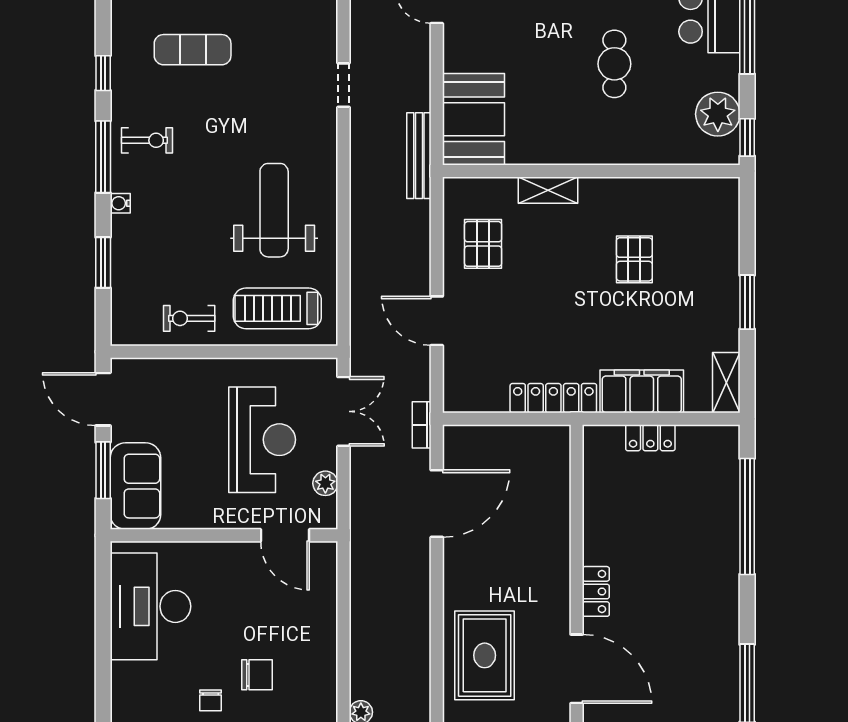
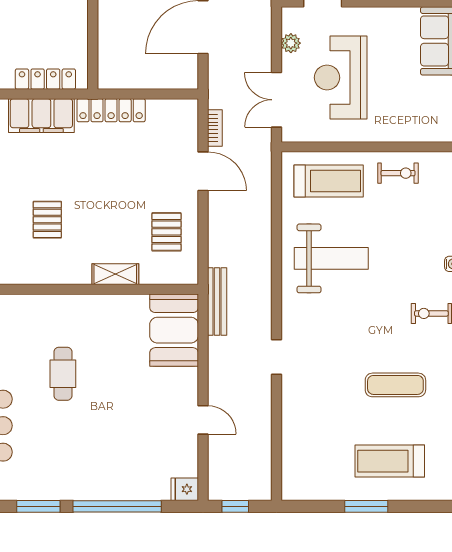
weight bench: (274, 210) -> (331, 258), turned -90
bookcase: (422, 425) -> (215, 128), moved
locker: (650, 438) -> (45, 79), width x1.53

